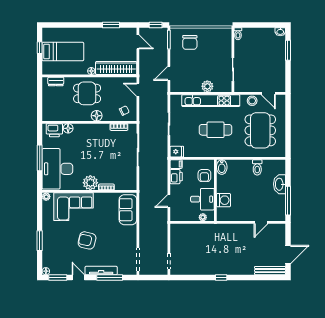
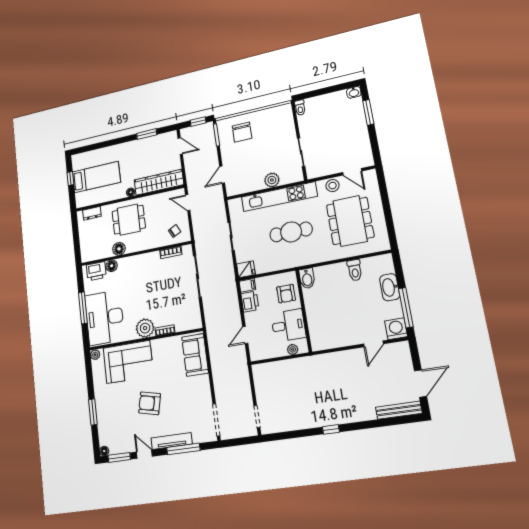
floor lamp: (97, 116) -> (119, 249), moved
washing machine: (223, 200) -> (396, 329), moved, turned -90

